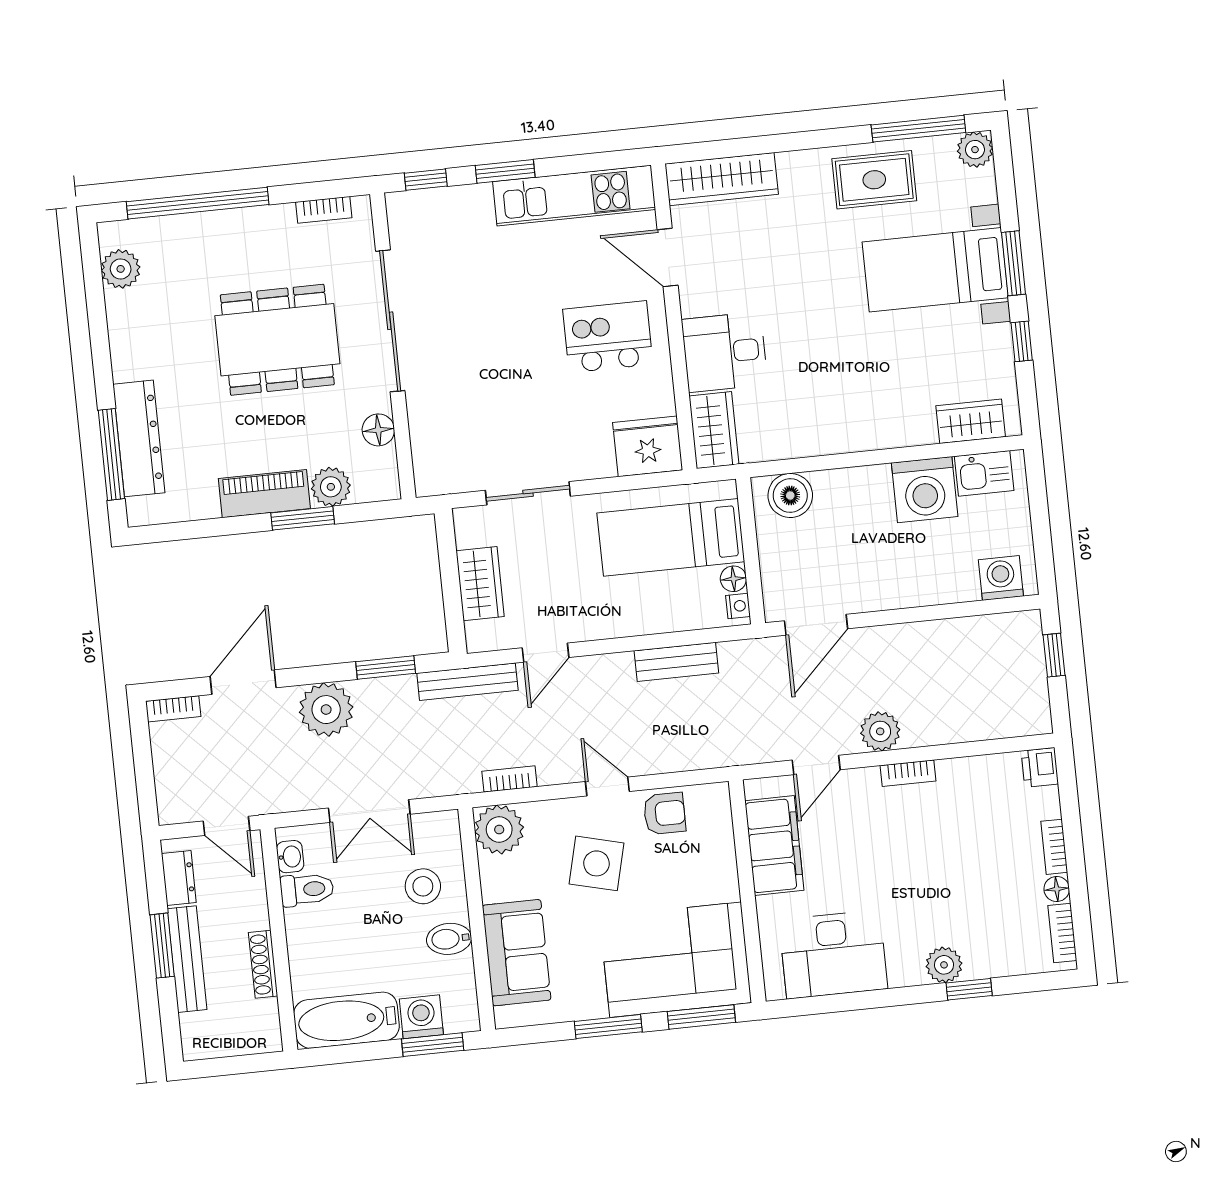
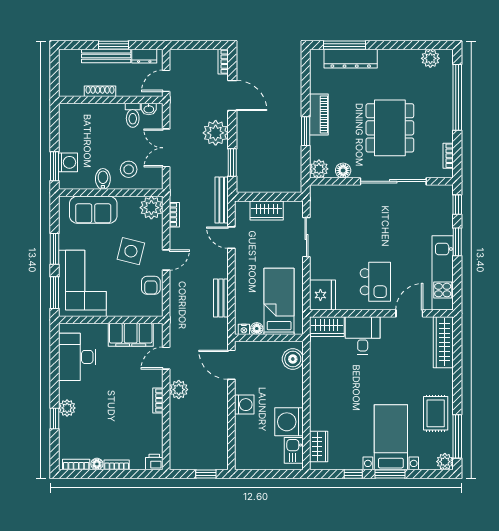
plant: (331, 487) -> (319, 169), moved
washing machine: (1001, 578) -> (244, 405), moved
door: (816, 765) -> (166, 358), hinge flipped
bathtub: (346, 1020) -> (70, 127), removed

